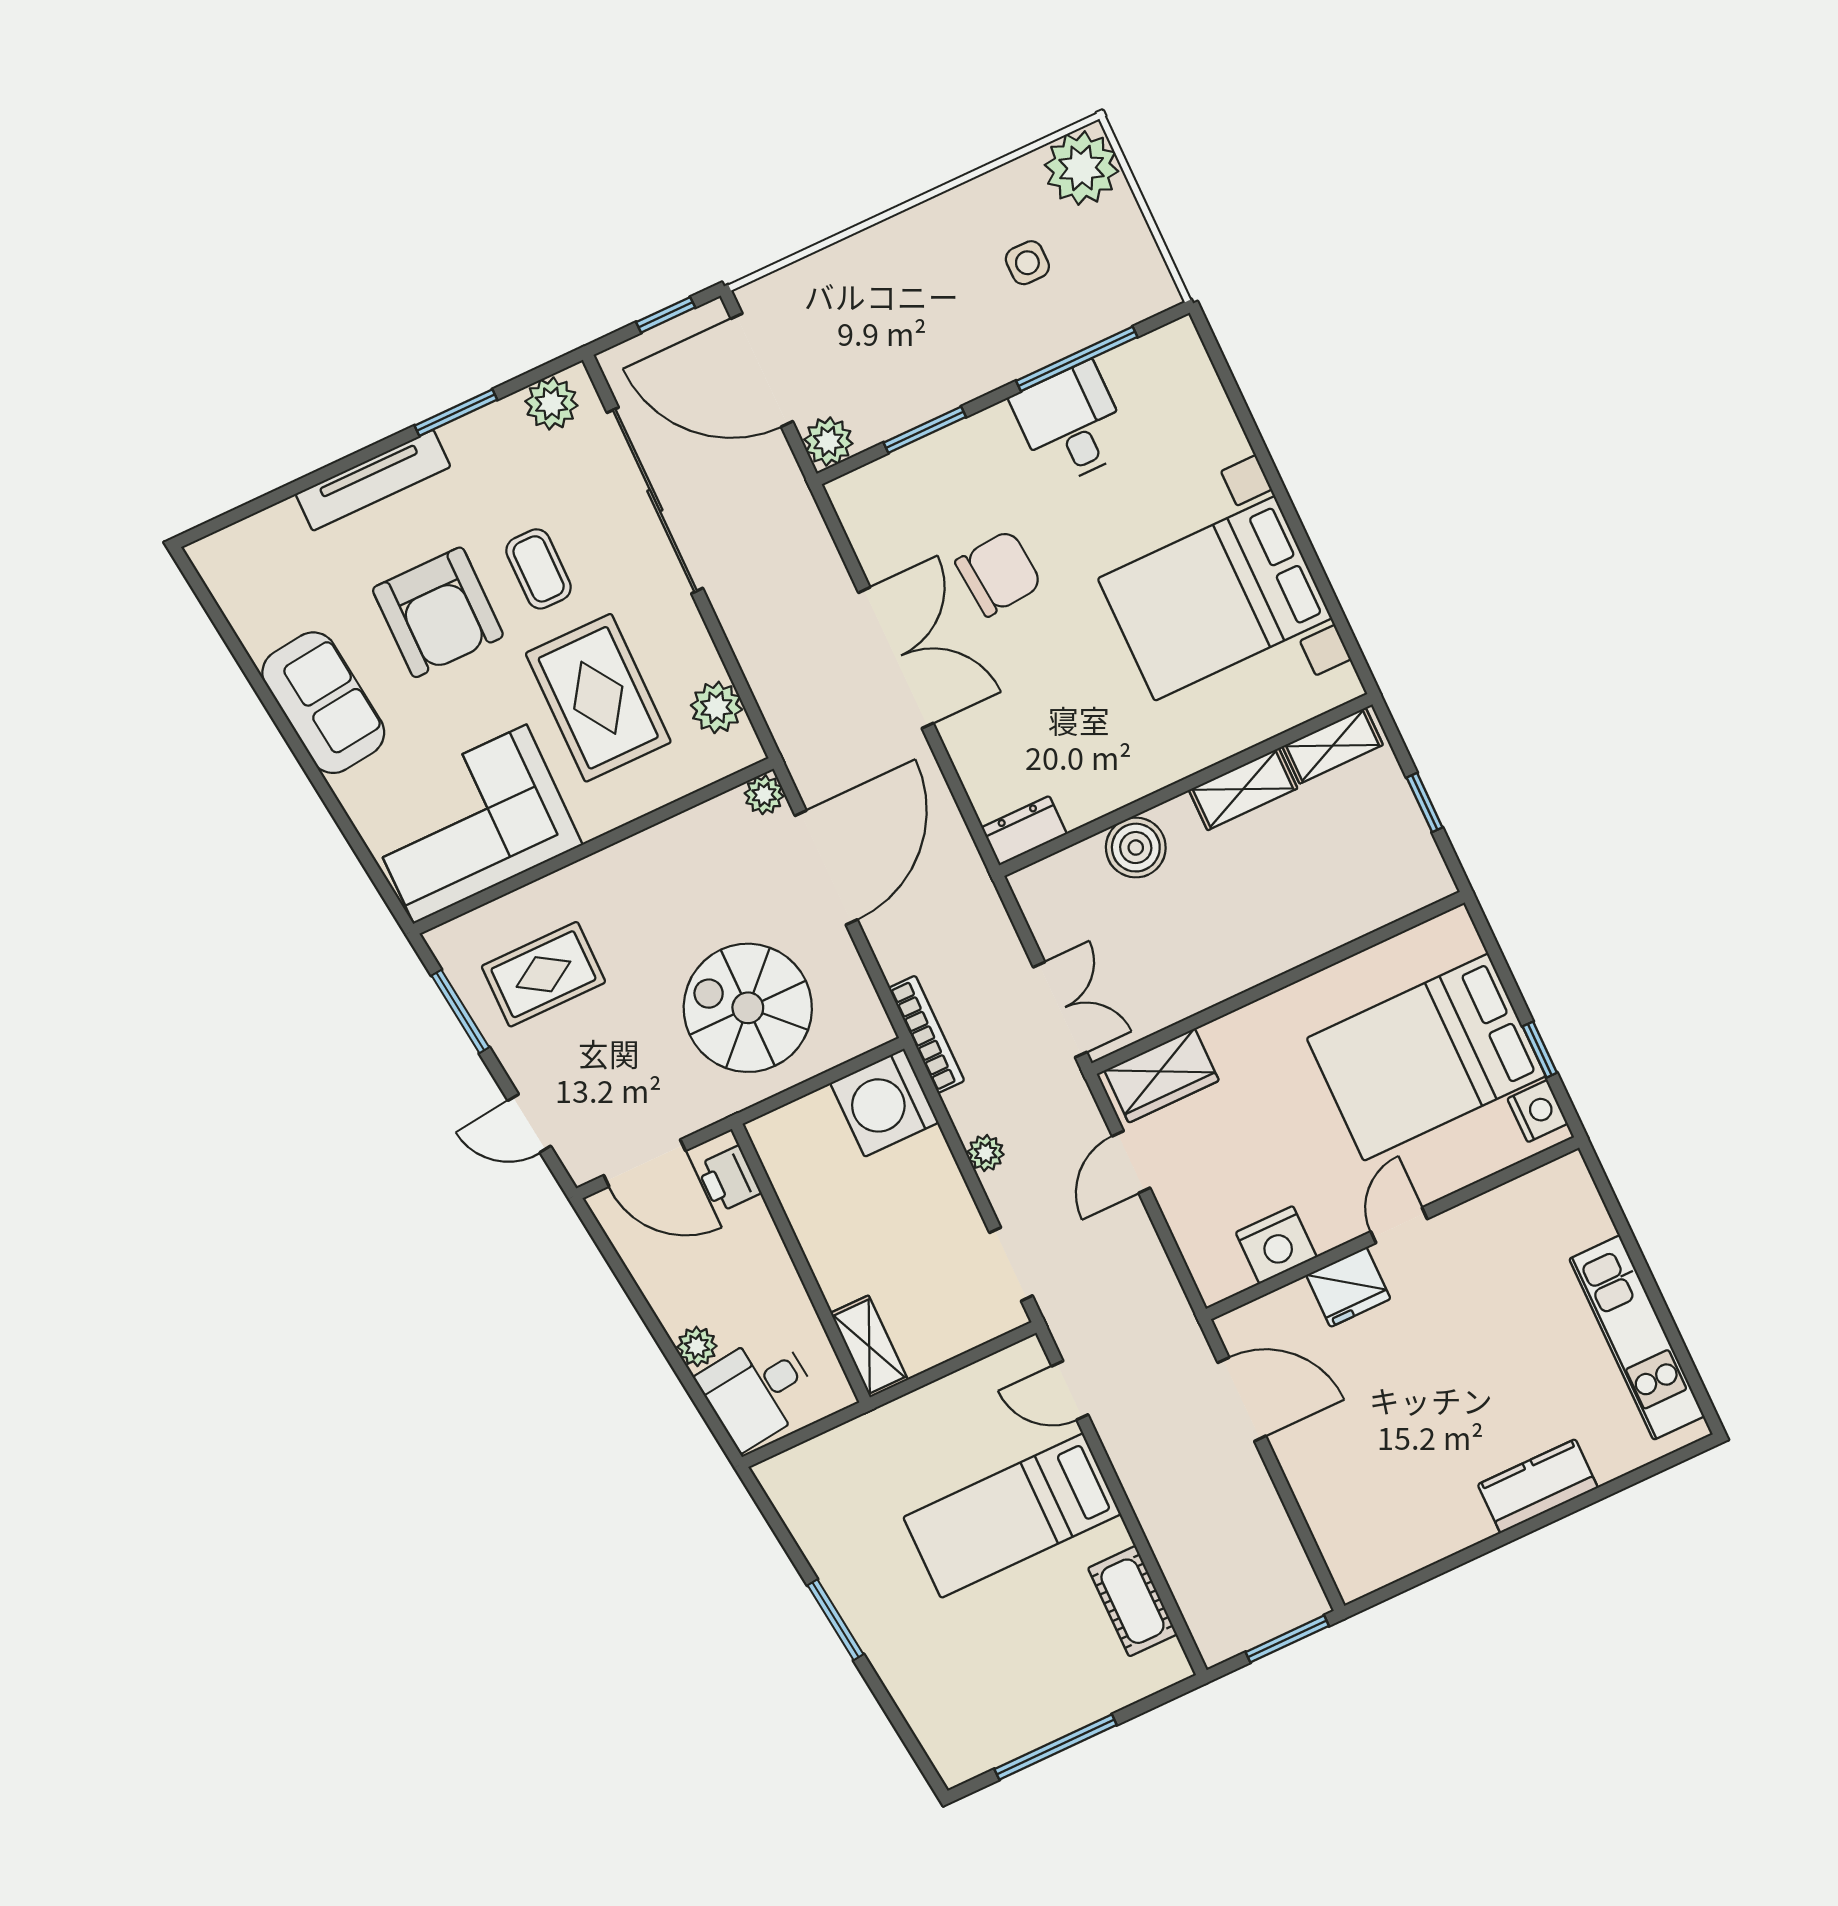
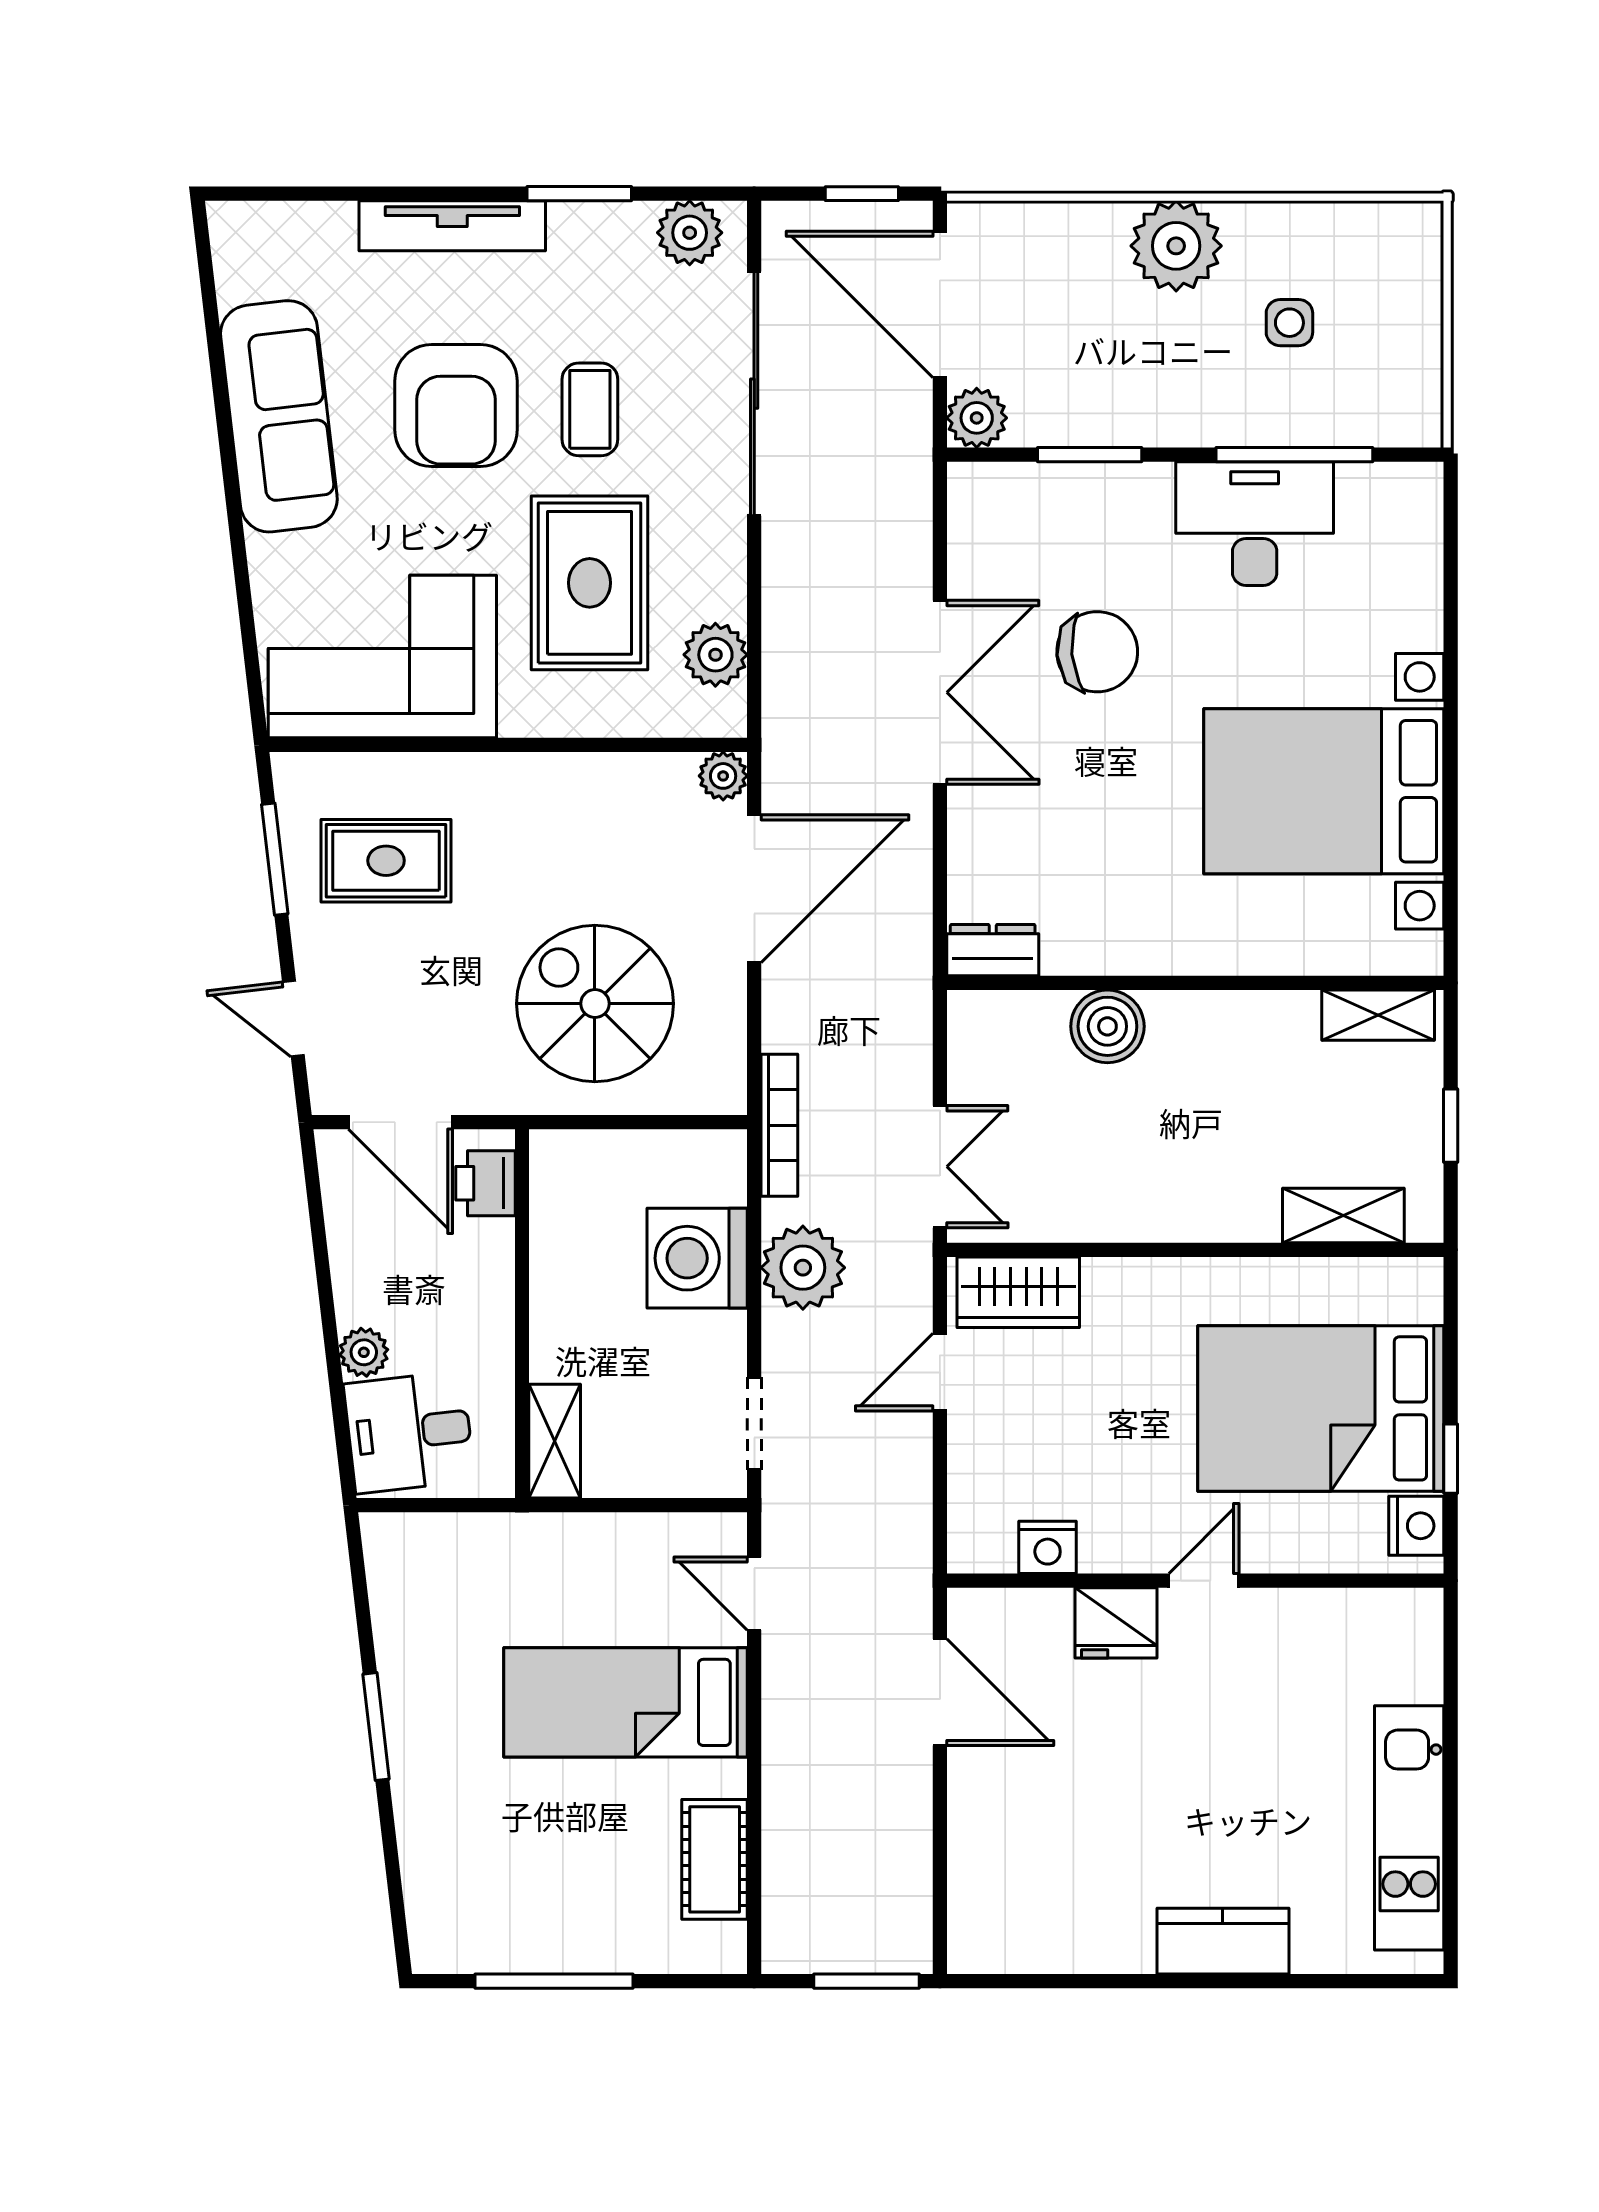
plant: (1082, 168) -> (1176, 246), moved
desk: (1071, 424) -> (1255, 524), width x1.37
sofa: (323, 703) -> (279, 416), width x1.36
shelving: (1243, 789) -> (1343, 1216), moved
washing machine: (884, 1103) -> (697, 1258), moved
plant: (986, 1153) -> (803, 1268), width x1.87, depth x1.87
nightstand: (1276, 1245) -> (1048, 1547), width x0.74, depth x0.75

